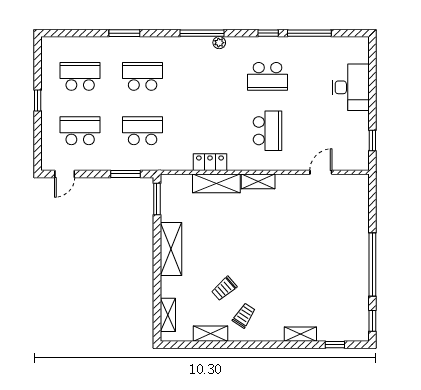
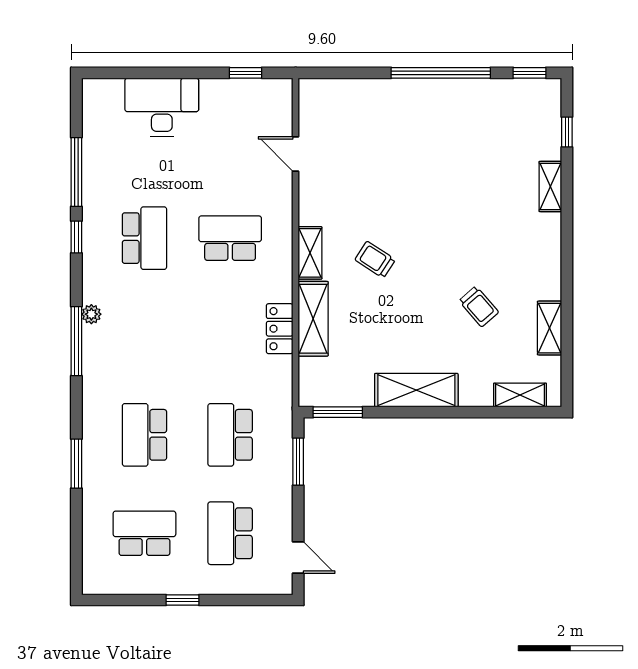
school desk: (80, 76) -> (144, 533), turned 90
trolley: (244, 315) -> (375, 260), moved

